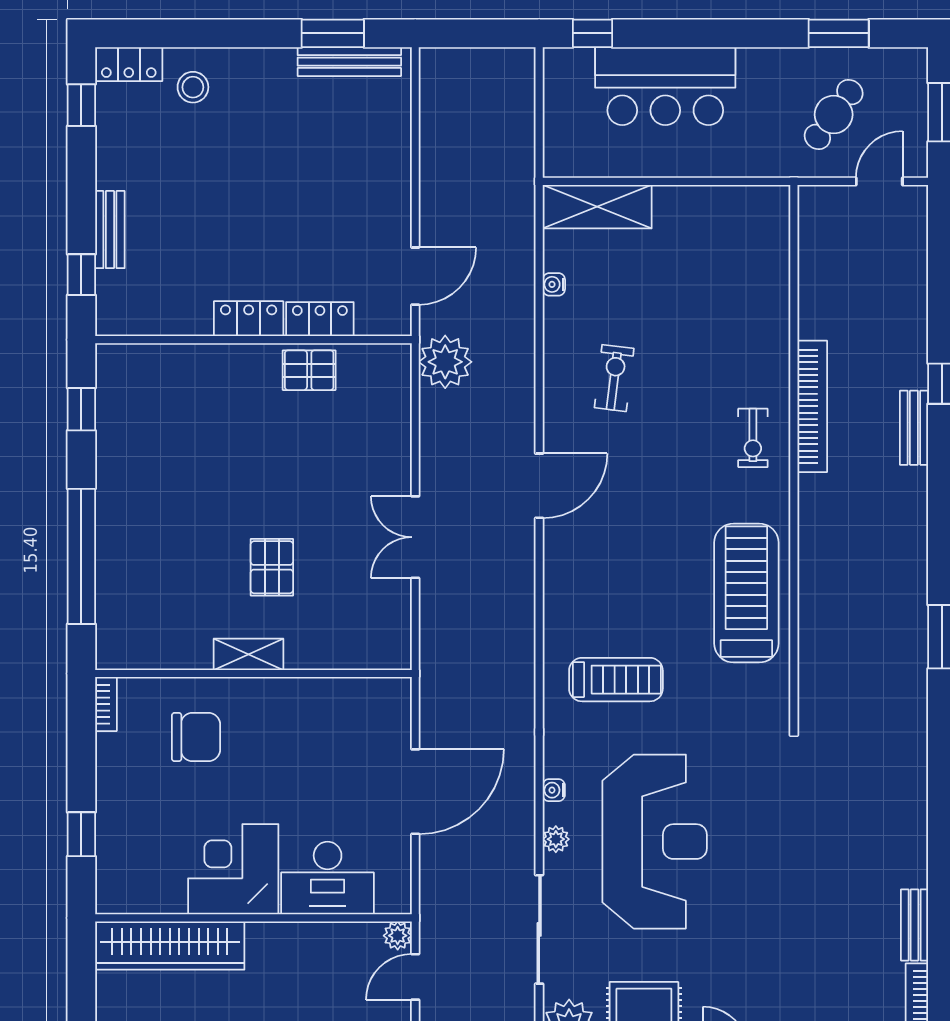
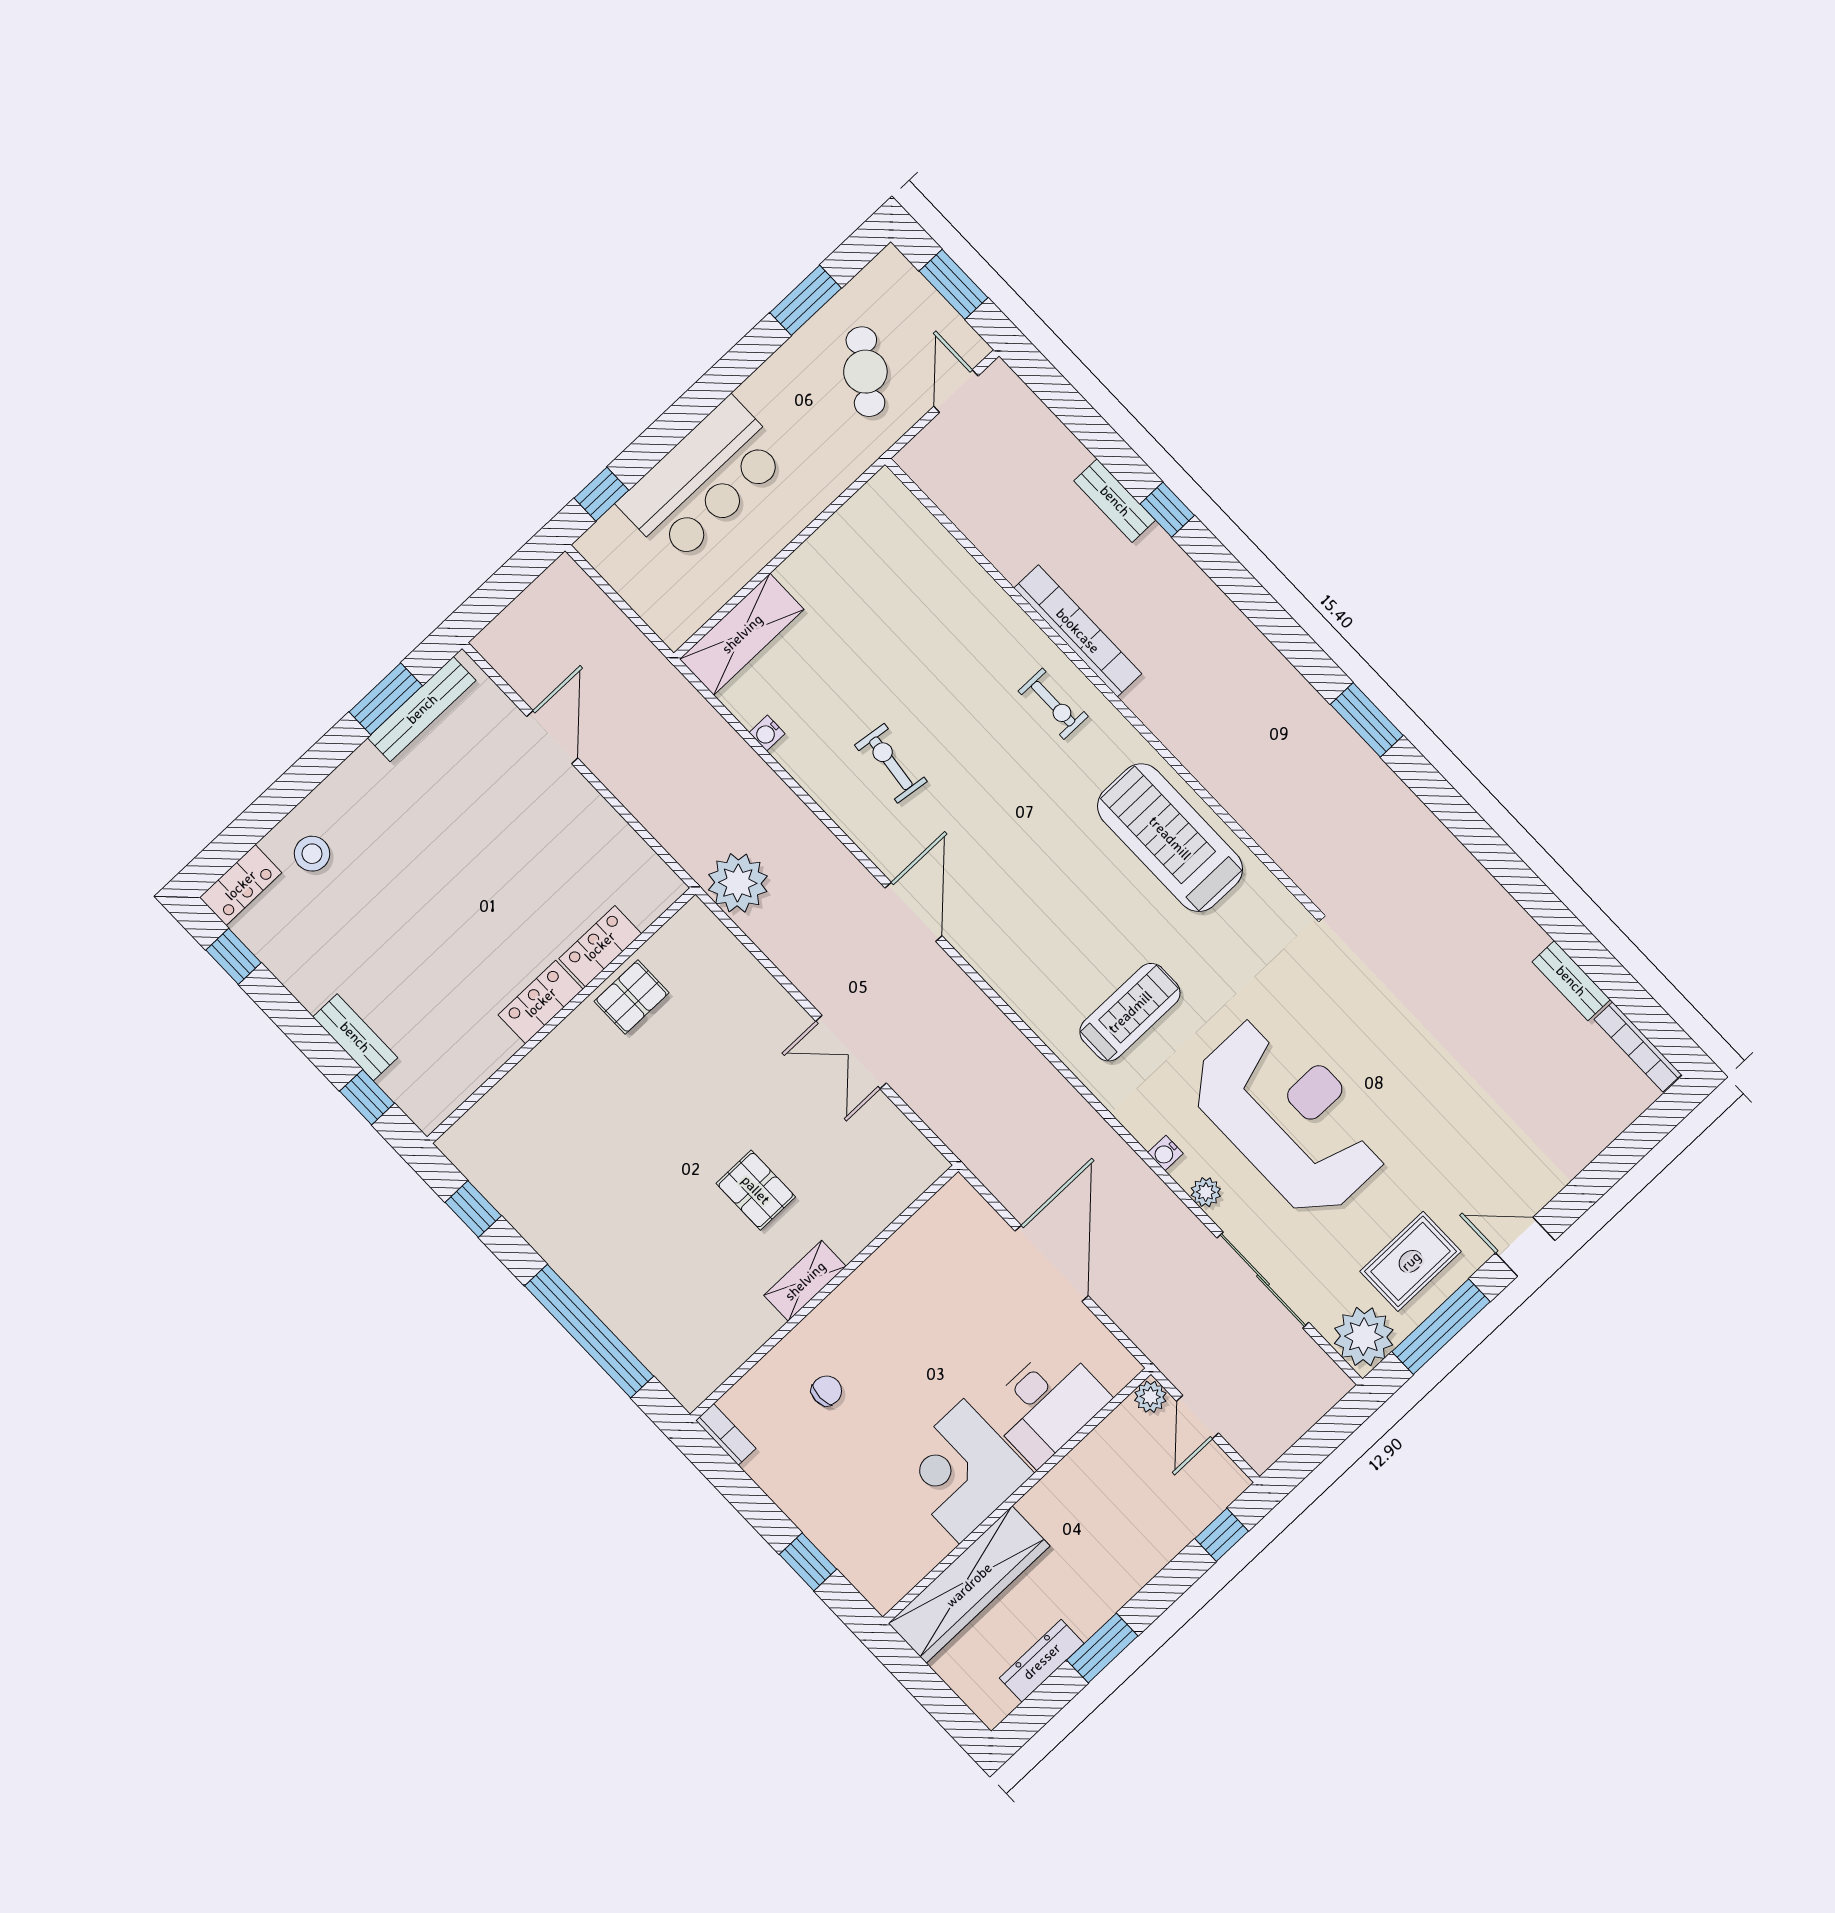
door: (415, 276) -> (552, 737), moved
bench: (914, 428) -> (1115, 501), moved
chair: (196, 737) -> (827, 1391), width x0.54, depth x0.54

